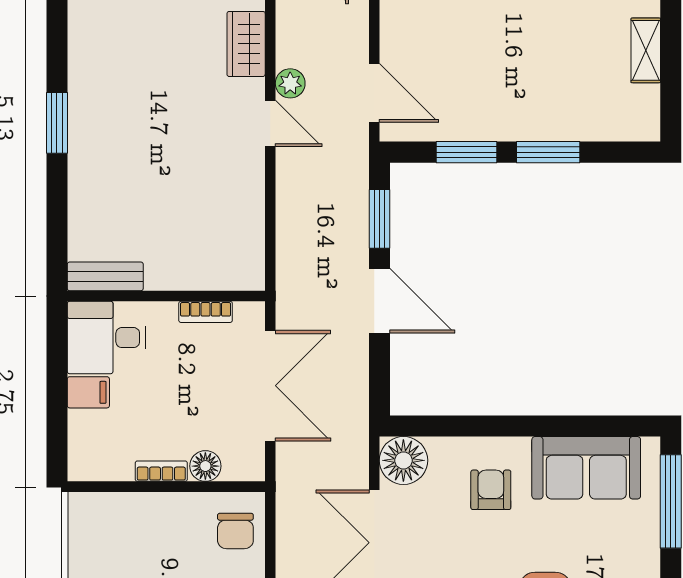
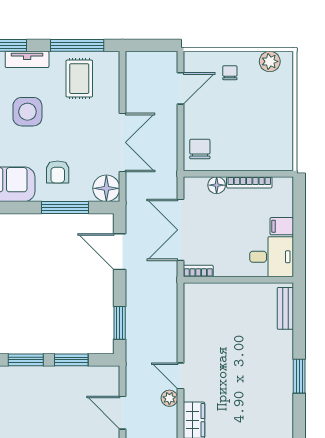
door: (374, 93) -> (123, 413), moved
bench: (105, 276) -> (285, 308), moved, turned 90
door: (379, 301) -> (120, 252), moved
bookcase: (206, 312) -> (198, 271), moved
window: (478, 426) -> (65, 207), added
bookcase: (161, 471) -> (249, 182), width x1.56

